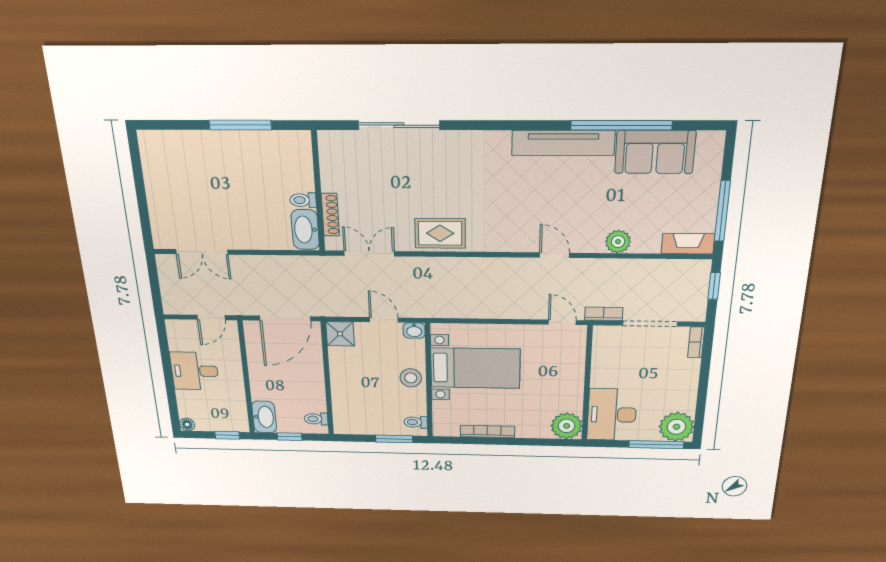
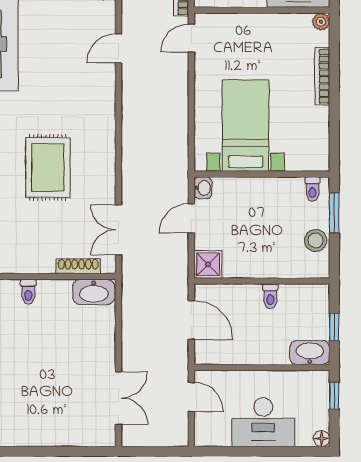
toilet: (303, 200) -> (28, 292), moved
rug: (440, 233) -> (48, 167), moved, width x1.36, depth x1.43
door: (285, 318) -> (191, 320), width x0.73
desk: (195, 371) -> (263, 422), width x1.37
stool: (411, 378) -> (316, 240), moved
toilet: (316, 419) -> (270, 296), moved
plant: (567, 426) -> (321, 22), width x0.53, depth x0.53
bookcase: (487, 431) -> (322, 76), moved

